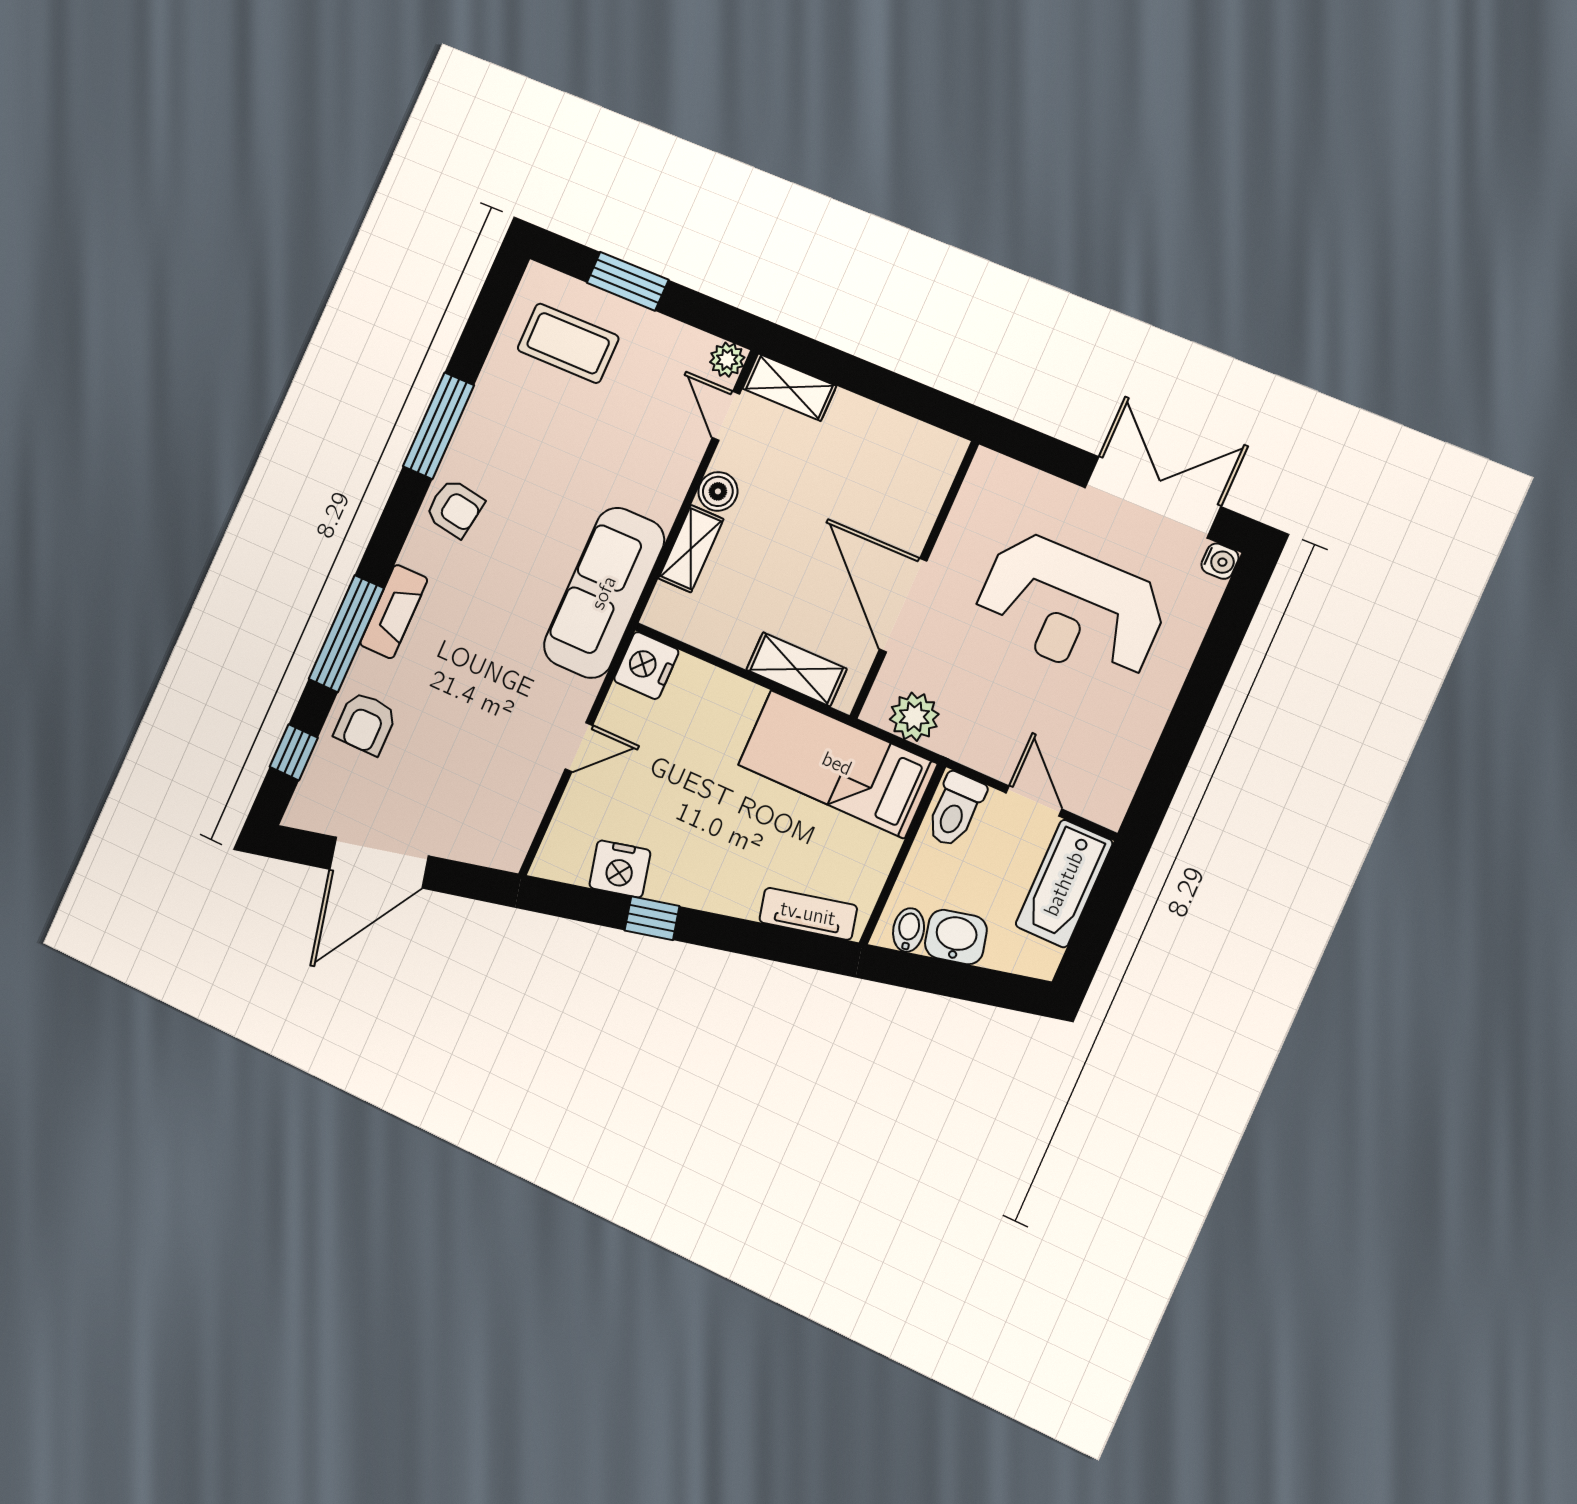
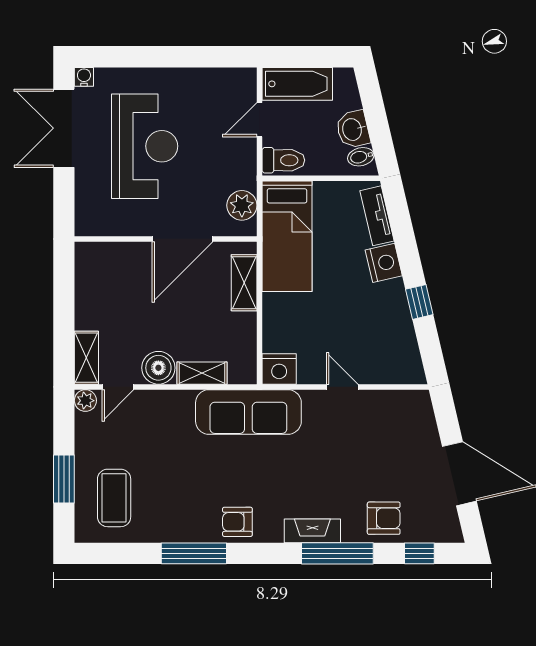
boiler: (718, 491) -> (158, 368), width x1.36, depth x1.36
armchair: (455, 508) -> (237, 522), turned -99
nightstand: (620, 869) -> (384, 263), moved

